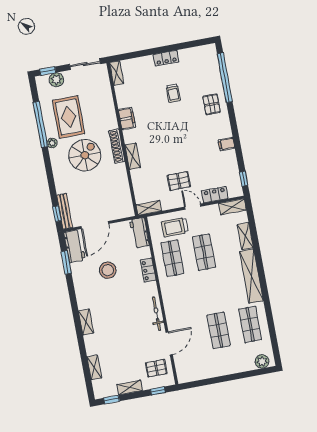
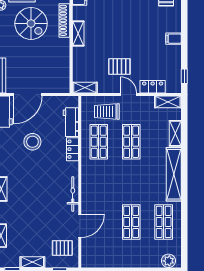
spiral stairs: (85, 155) -> (31, 23), turned 90
workbench: (139, 233) -> (71, 122), moved

